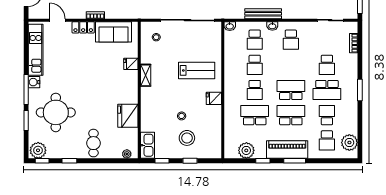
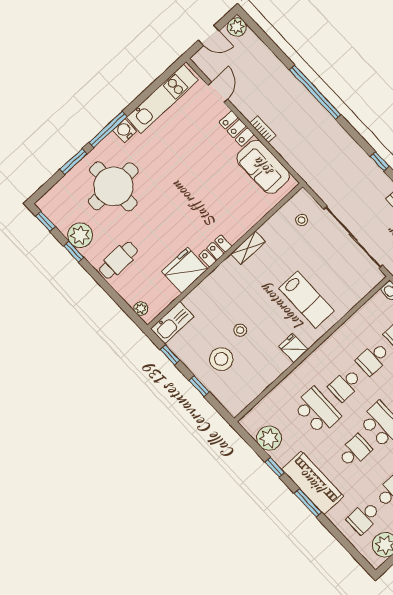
fridge: (131, 64) -> (246, 220), removed
locker: (132, 92) -> (215, 251), added
school desk: (291, 115) -> (355, 451), width x0.54
plant: (38, 150) -> (80, 235), moved

